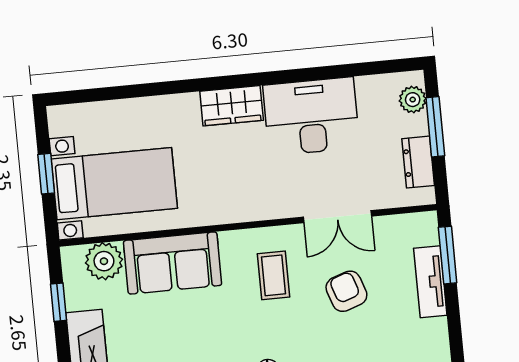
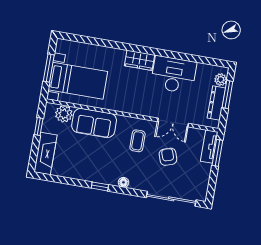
dresser: (418, 162) -> (216, 103), width x1.44
window: (46, 174) -> (49, 68), width x1.50
tv unit: (430, 282) -> (209, 147), moved

